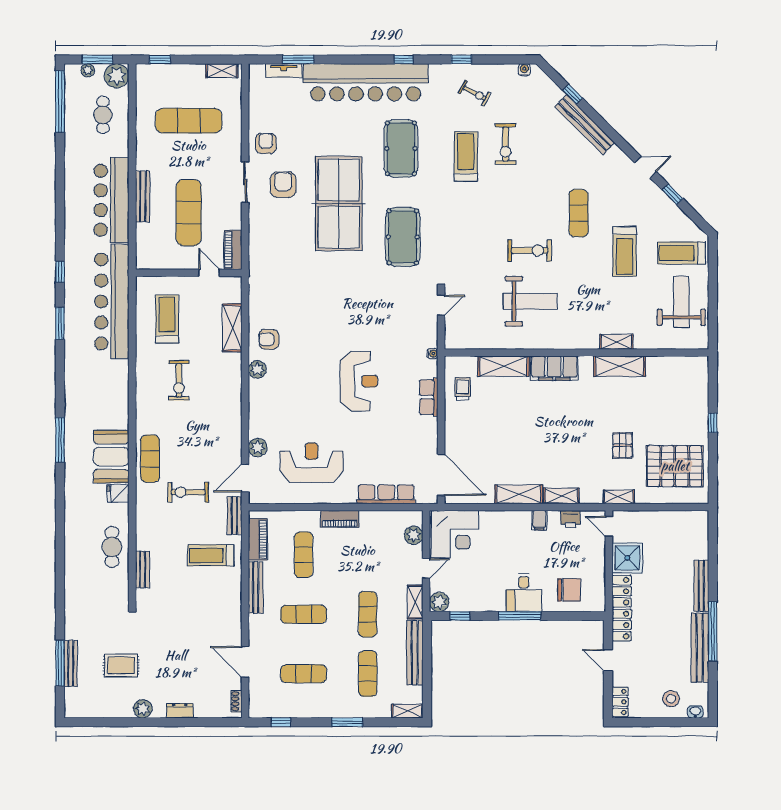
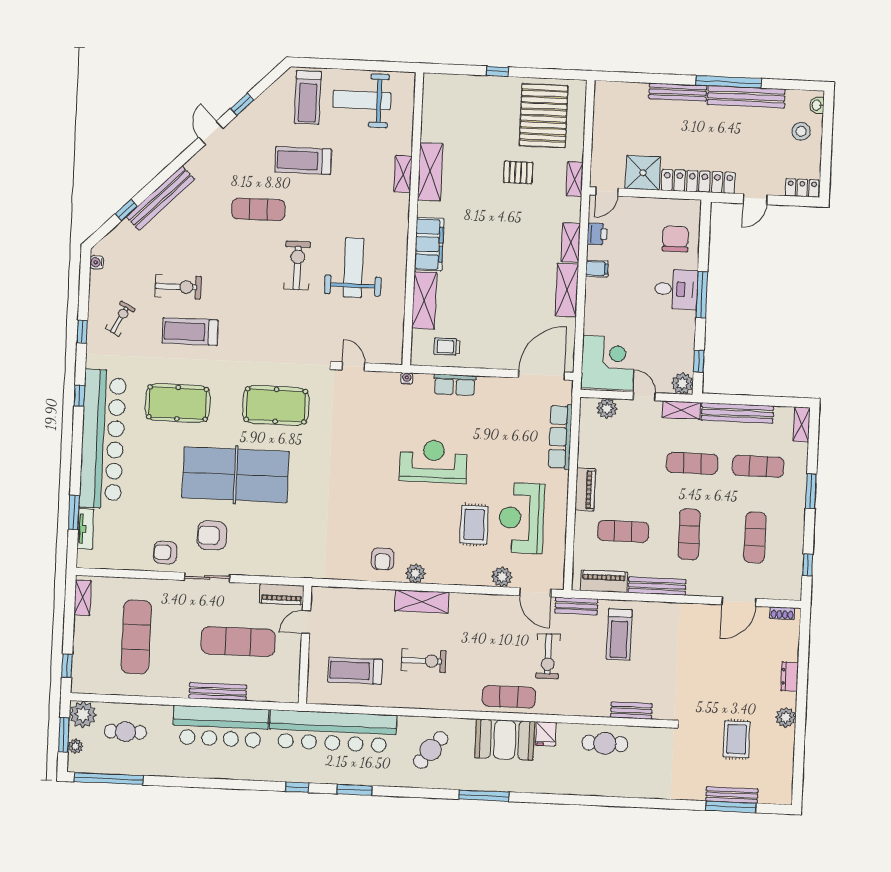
treadmill: (624, 251) -> (303, 160), turned 180
shelving: (232, 328) -> (422, 602), moved
cafe table: (99, 390) -> (431, 750), added
rug: (303, 420) -> (474, 525), added

